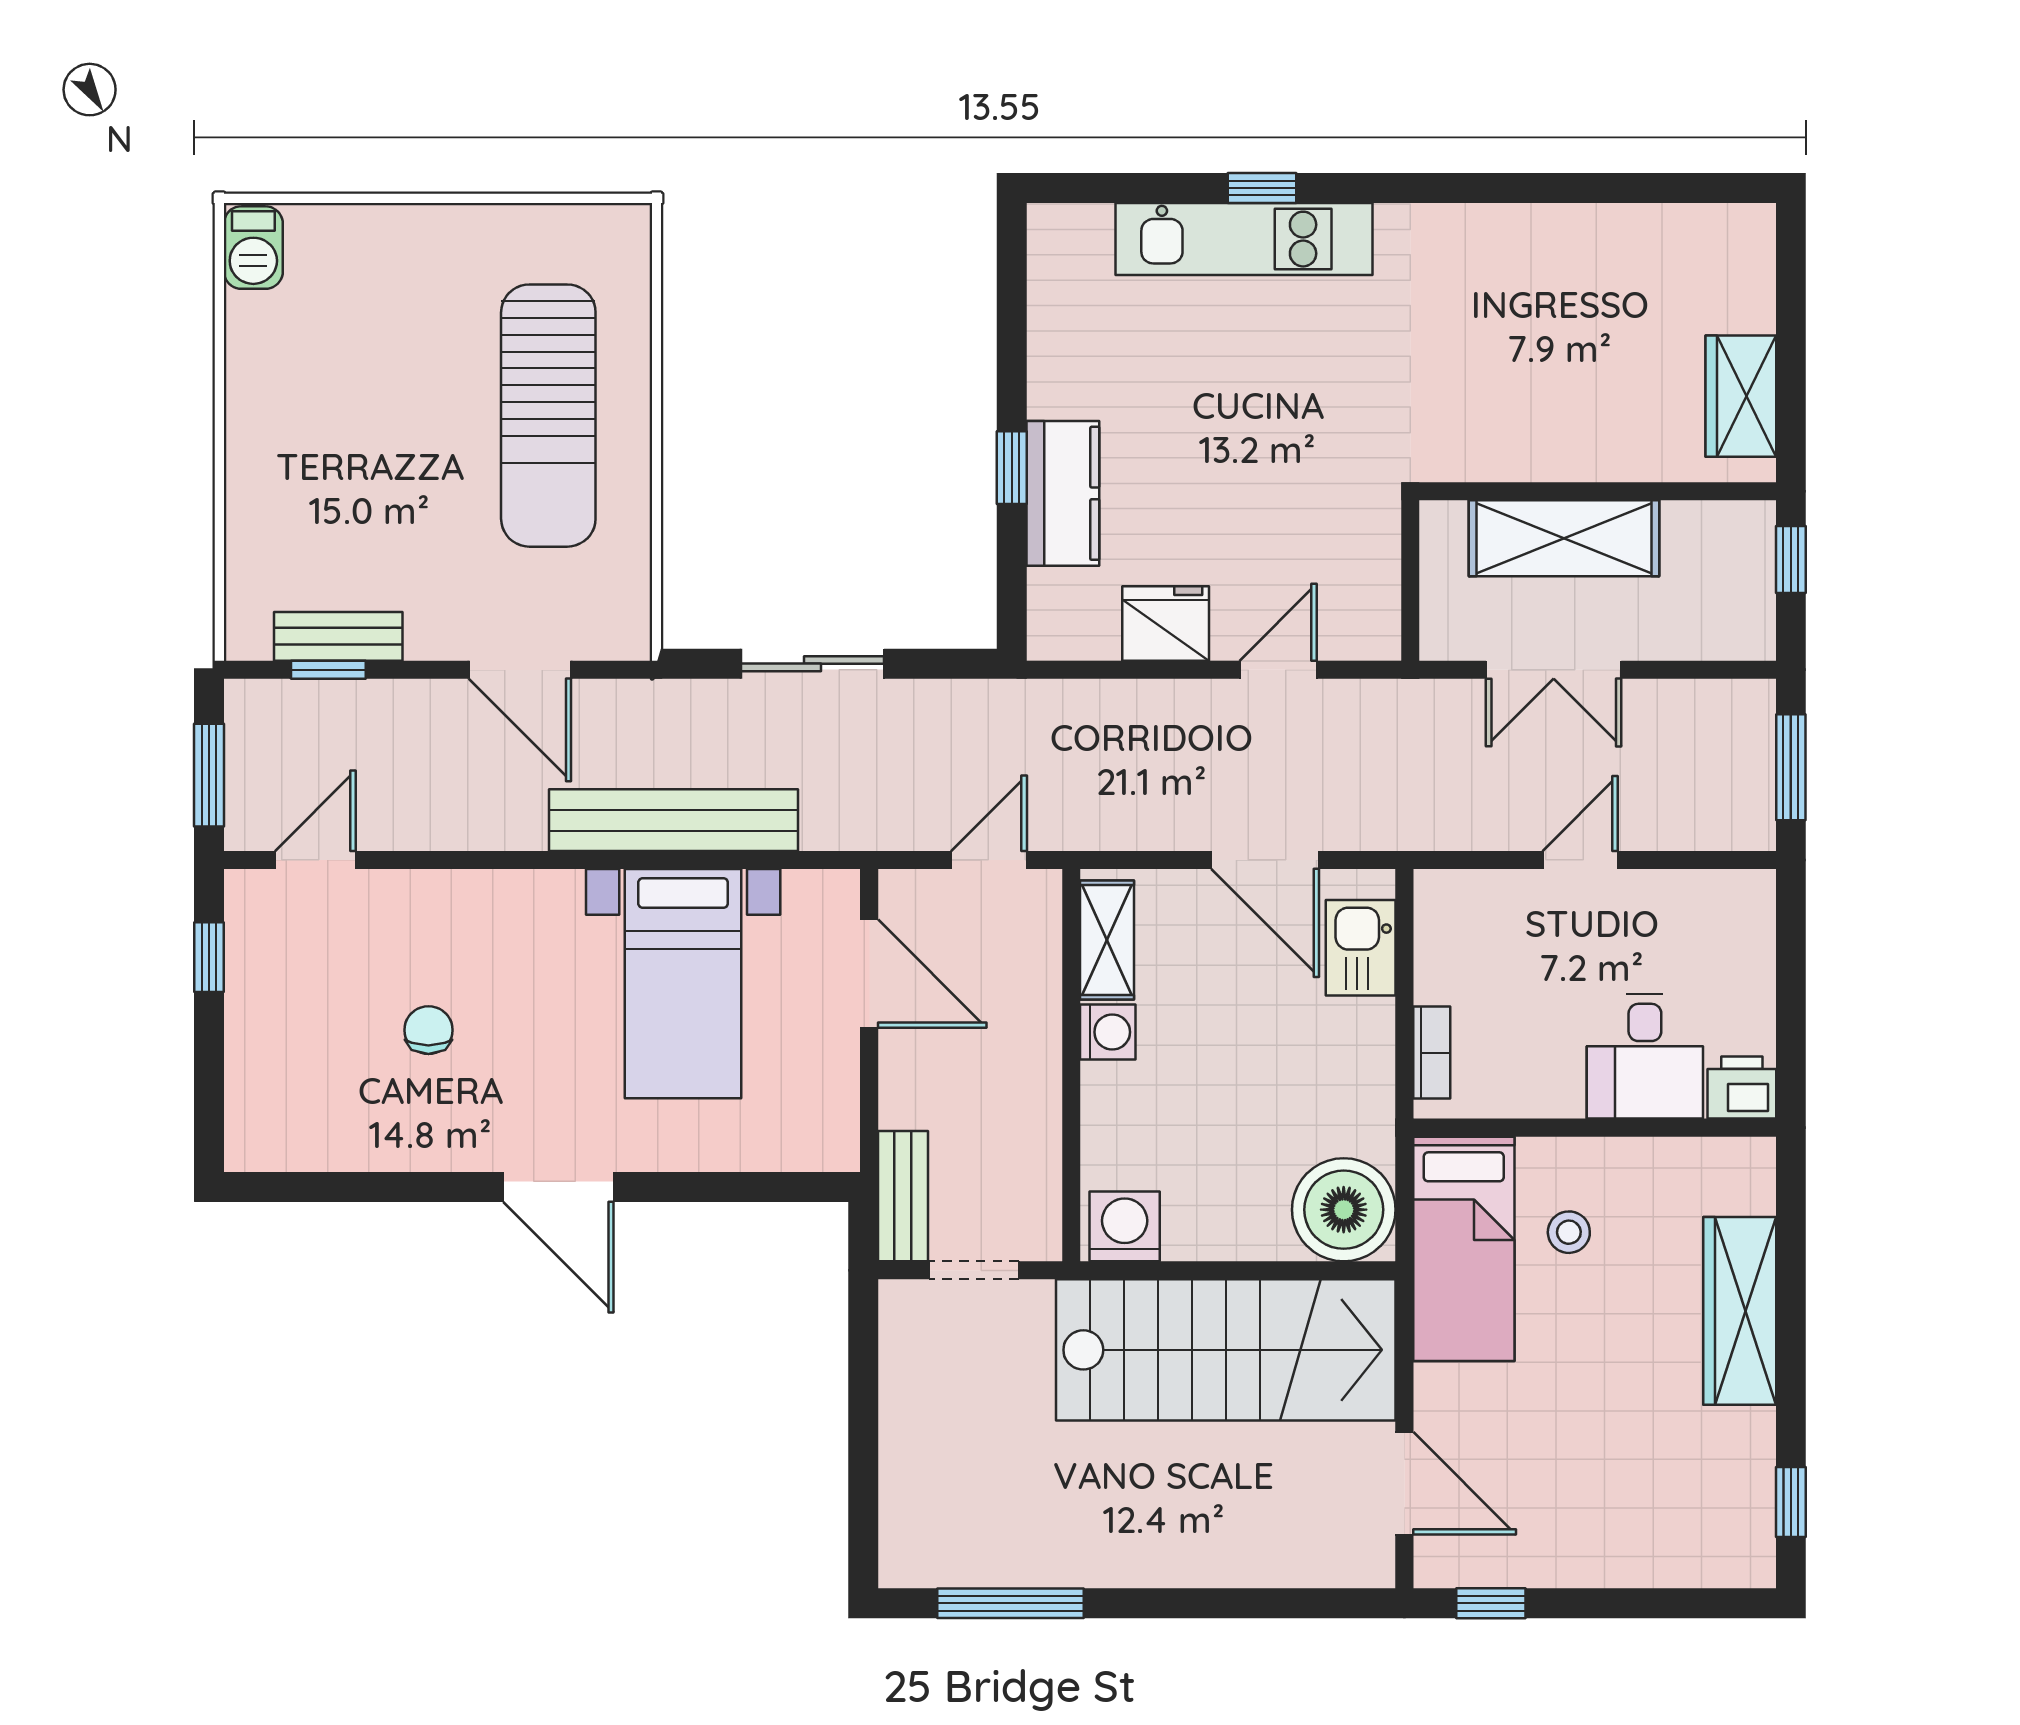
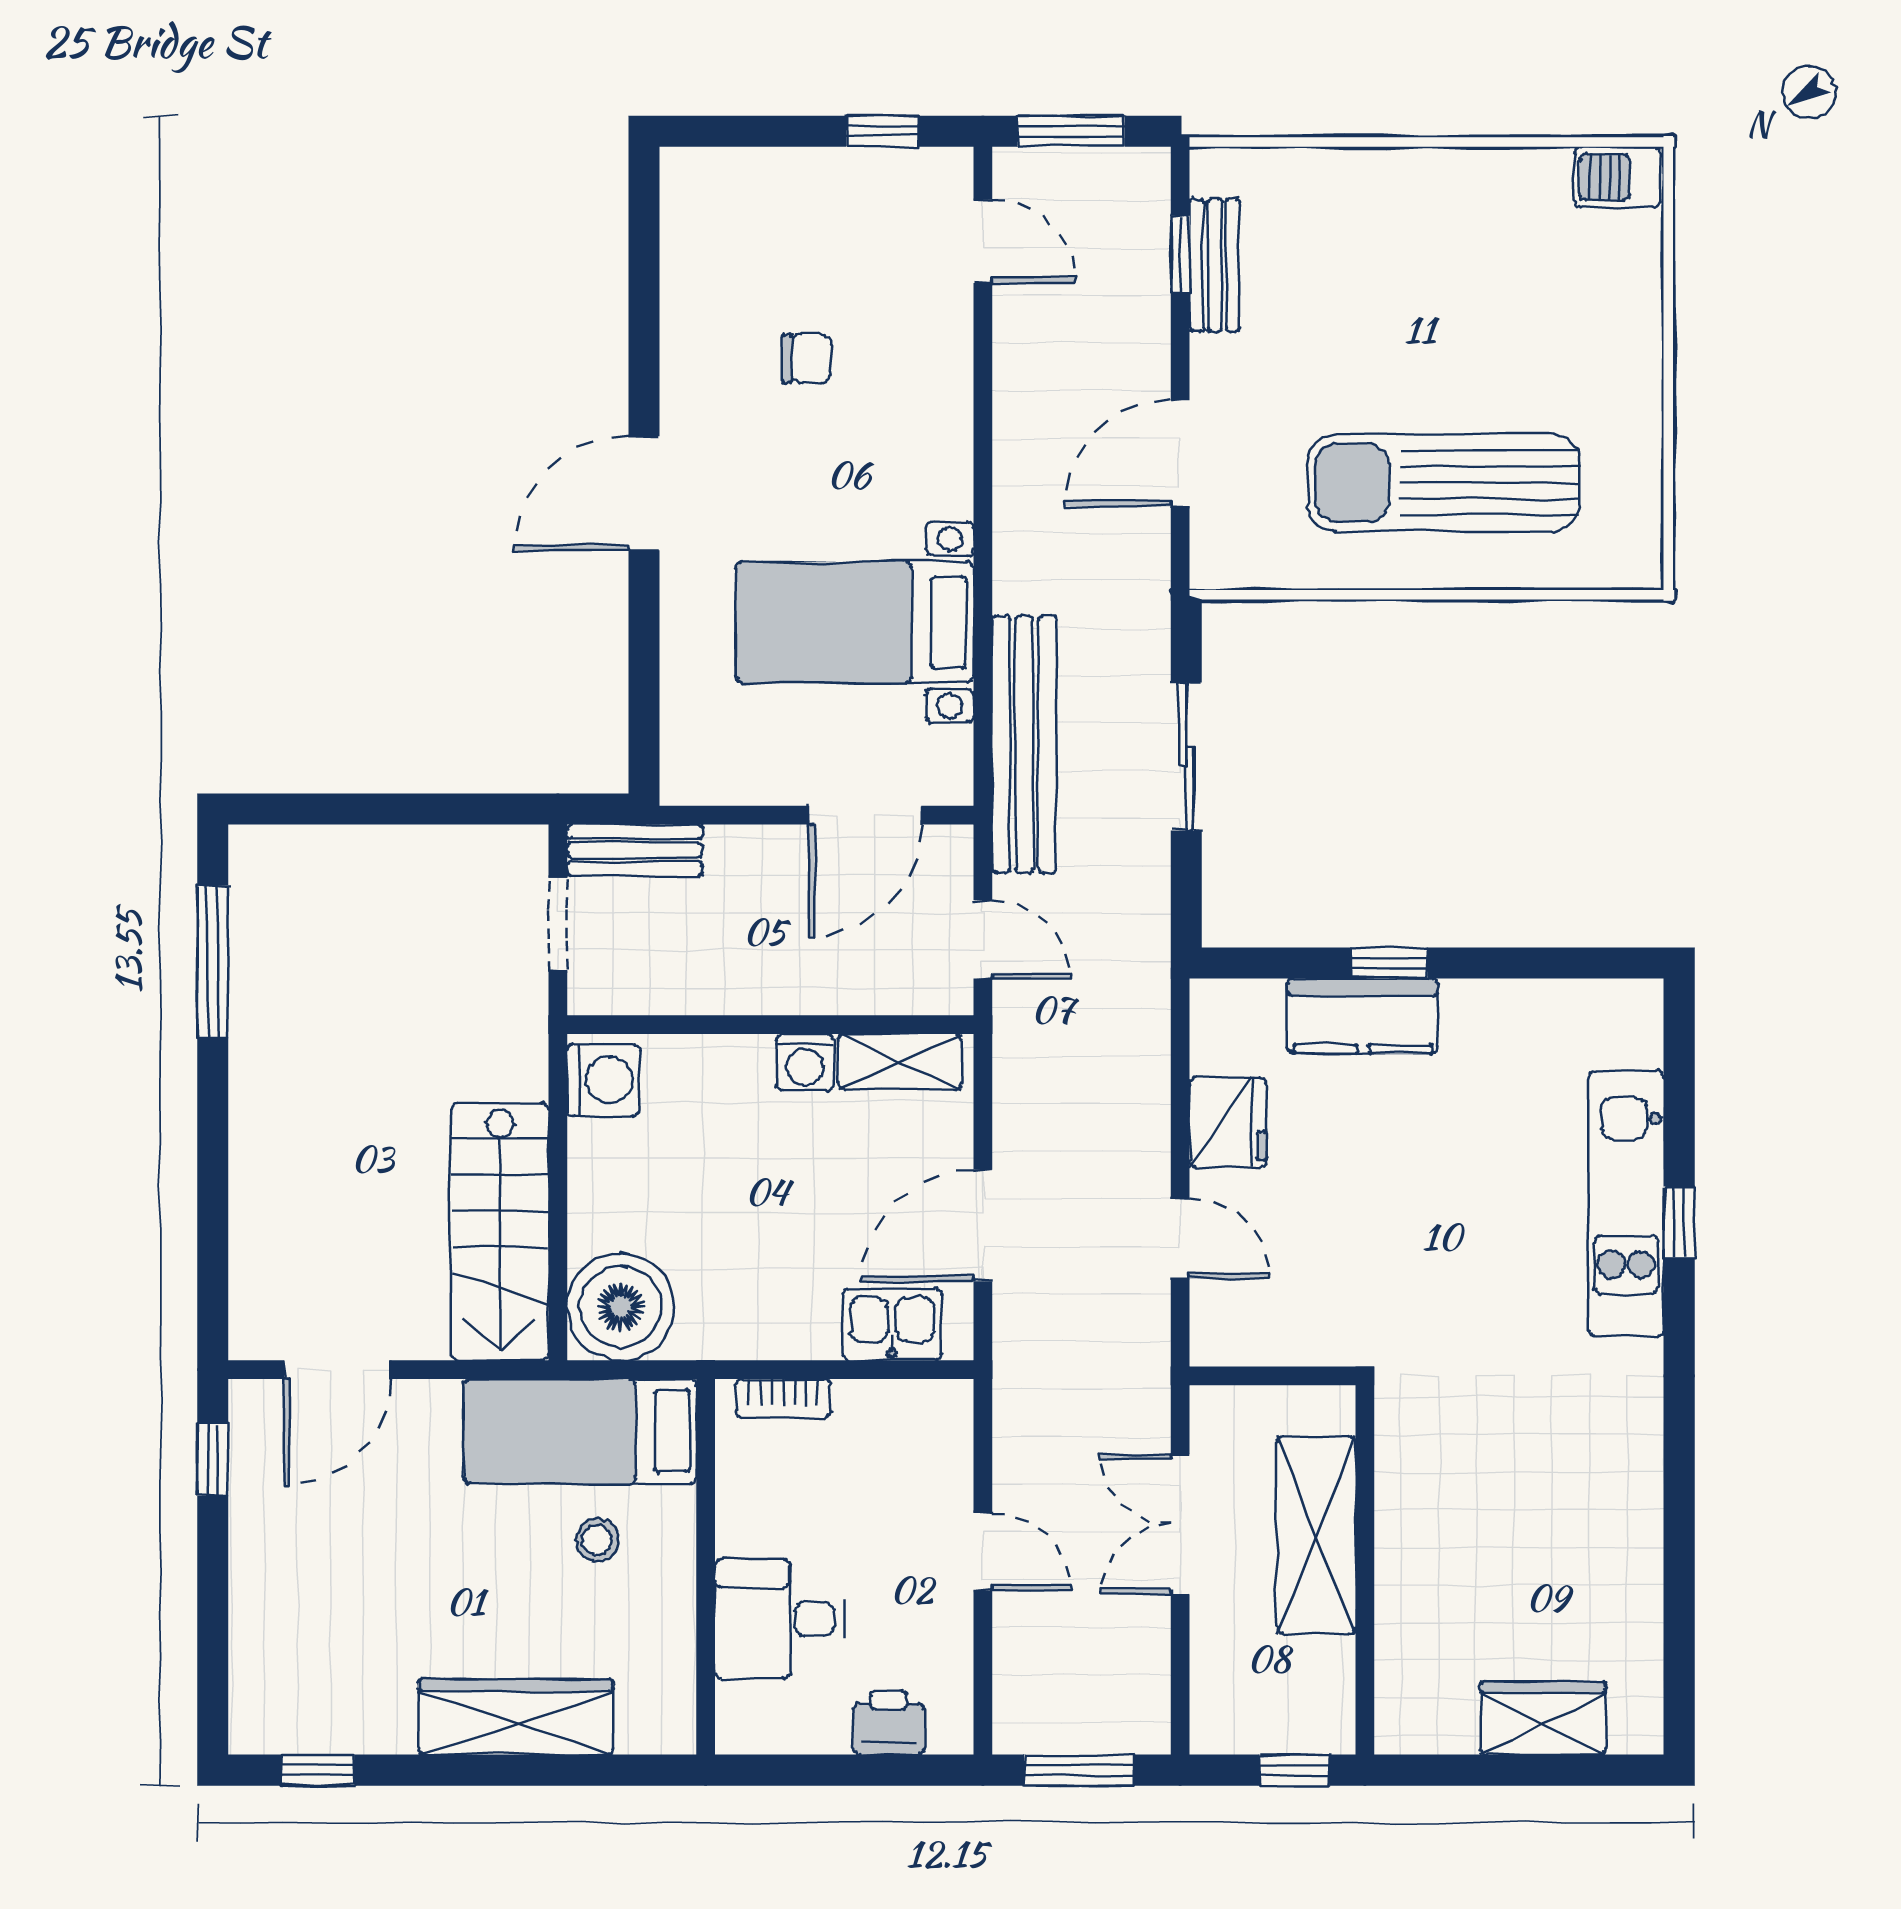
wardrobe: (1741, 396) -> (1543, 1718), moved
bench: (674, 820) -> (1024, 744), moved
printer: (1742, 1088) -> (889, 1723), moved, turned -90
stairs: (1226, 1350) -> (500, 1232), width x0.73, depth x0.66

